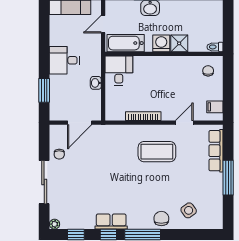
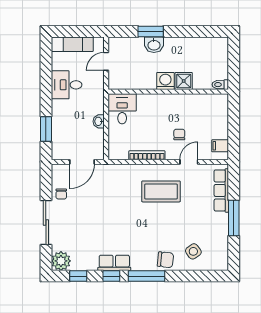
bathtub: (126, 43) -> (129, 81), removed
desk: (64, 60) -> (67, 85), moved
chair: (208, 71) -> (179, 134), moved
chair: (161, 219) -> (165, 260), turned 96
plant: (55, 224) -> (61, 261), width x1.88, depth x1.88

